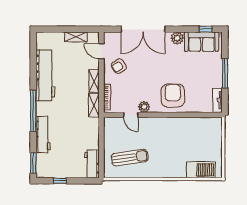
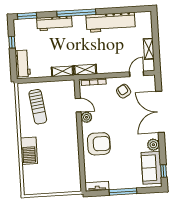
shelving: (94, 81) -> (62, 71), moved
door: (131, 115) -> (78, 105), swing flipped
workbench: (92, 164) -> (23, 64), moved, turned 90
barbecue: (201, 170) -> (29, 151), moved

